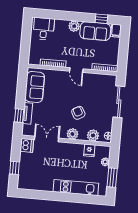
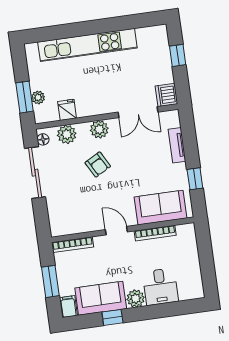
window: (101, 19) -> (112, 317), moved
desk: (44, 29) -> (160, 287), moved
window: (123, 48) -> (50, 281), added
sofa: (35, 87) -> (161, 208), moved, turned 90
sliding door: (119, 102) -> (35, 173), moved
window: (19, 116) -> (195, 179), moved
window: (112, 178) -> (24, 97), moved
kitchen unit: (76, 188) -> (87, 45), width x1.36

